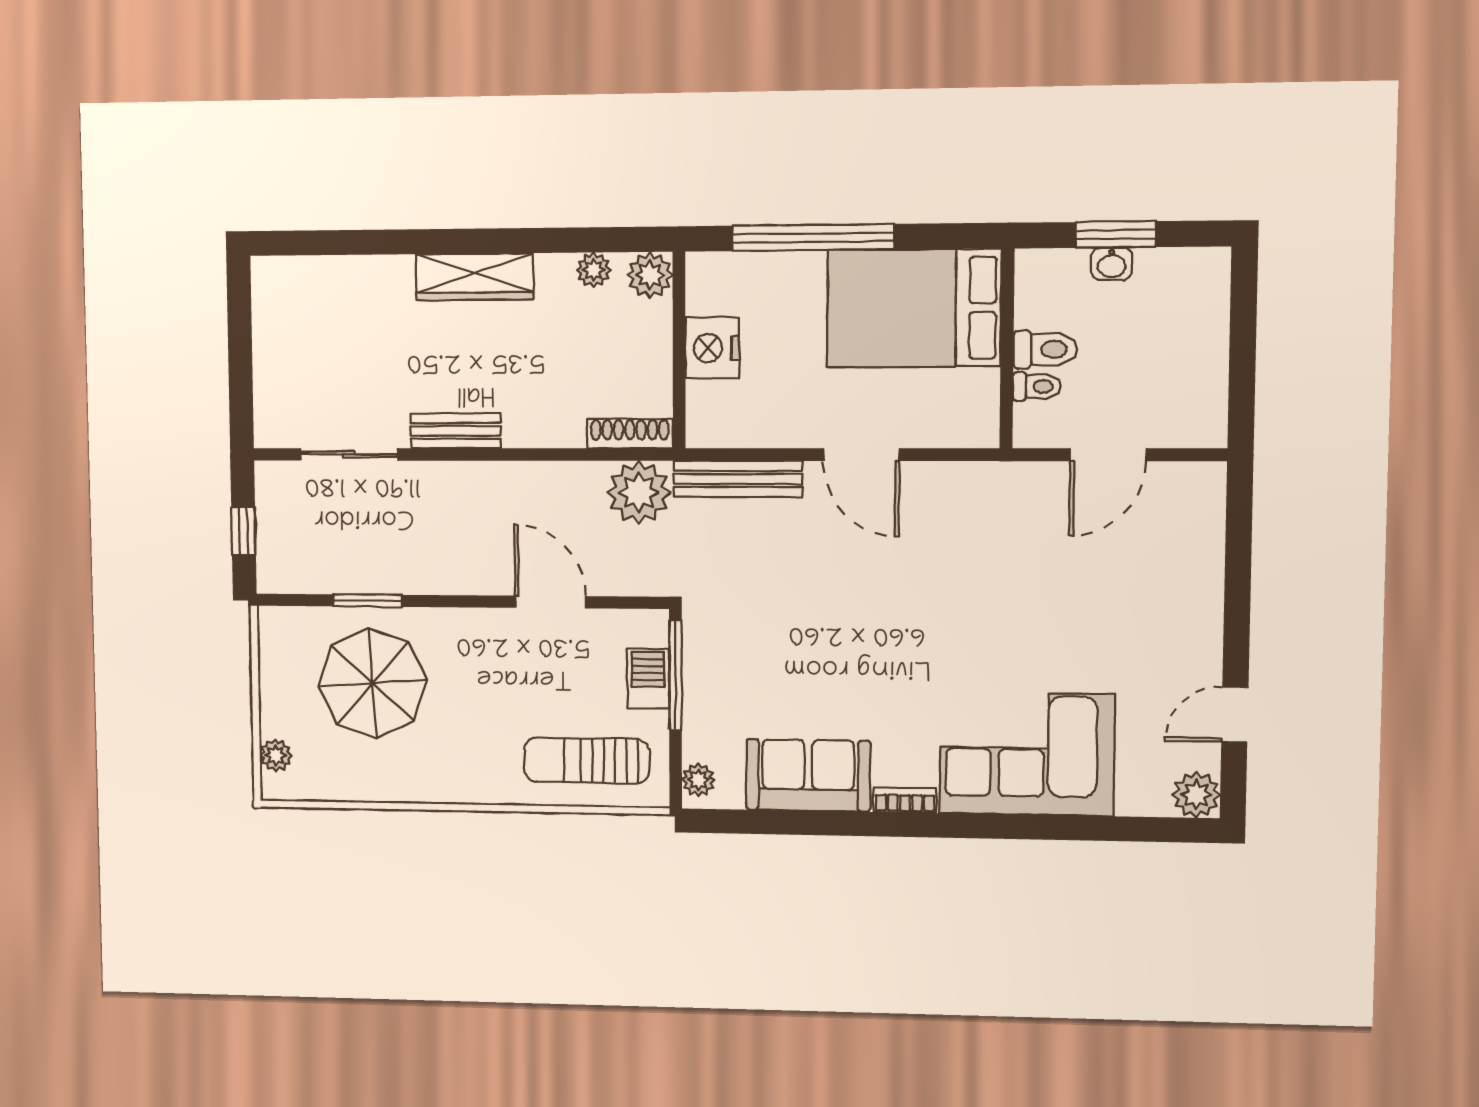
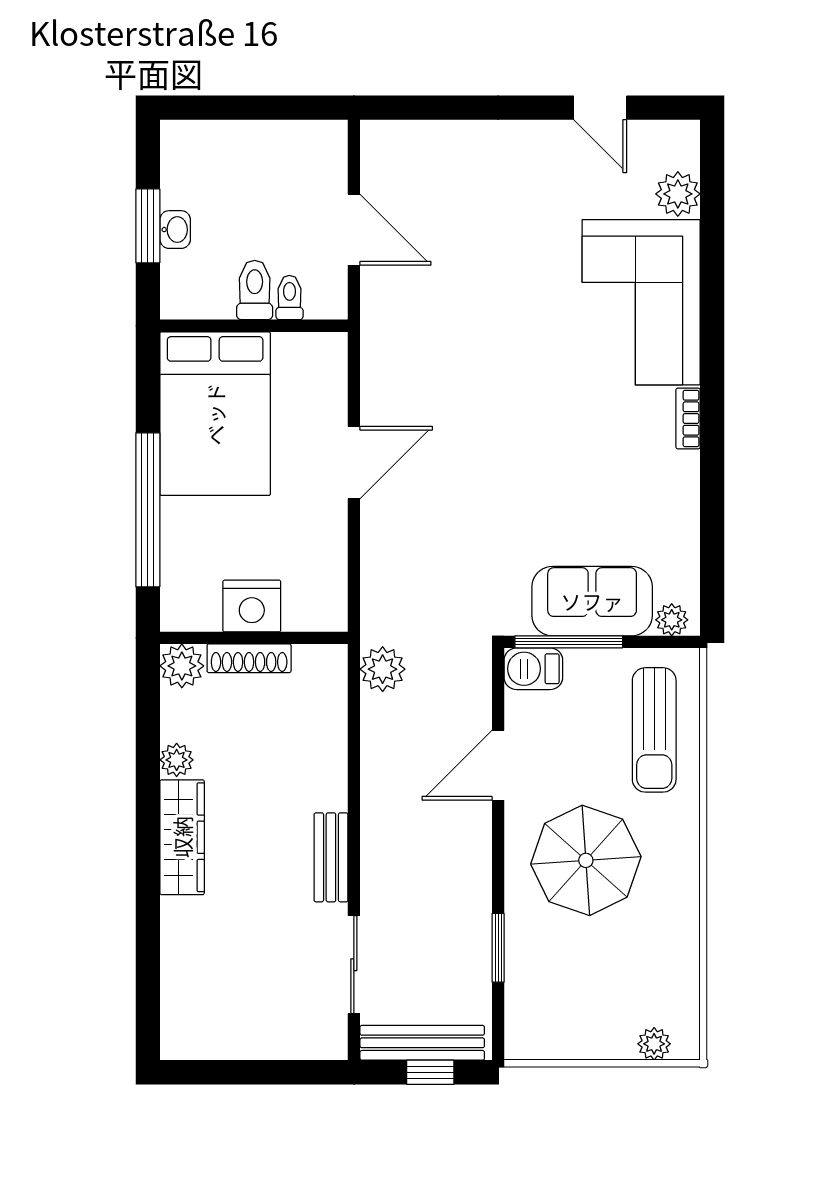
plant: (594, 270) -> (177, 760), moved
shoe rack: (630, 434) -> (249, 658), moved, turned -90
bench: (738, 479) -> (422, 1043), moved, turned 90
plant: (639, 492) -> (383, 669), width x0.73, depth x0.73
barbecue: (648, 678) -> (533, 669), moved
parasol: (373, 683) -> (586, 860), moved
sofa: (808, 775) -> (592, 601), moved, turned 90
plant: (1196, 795) -> (678, 194), moved

